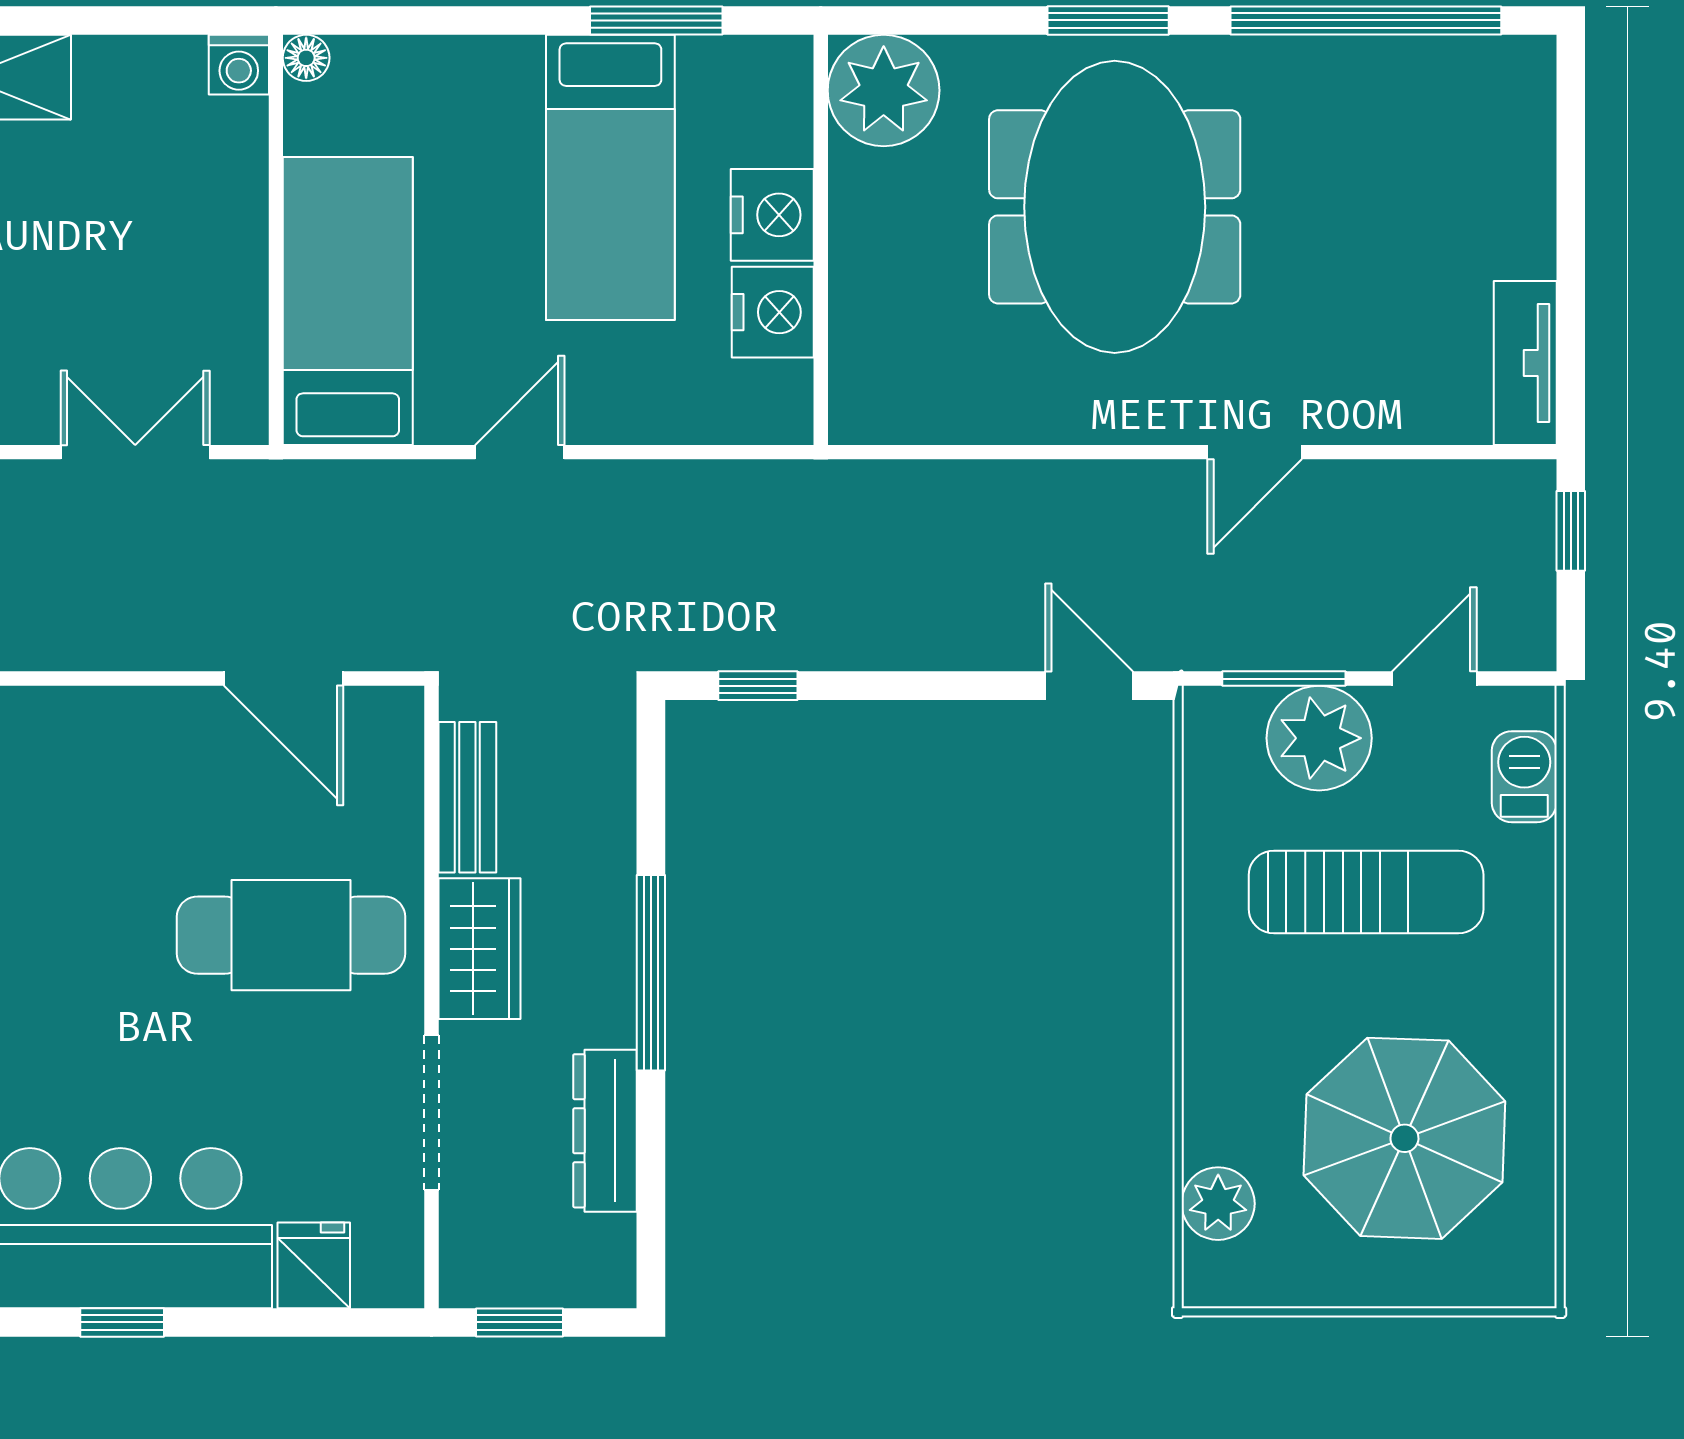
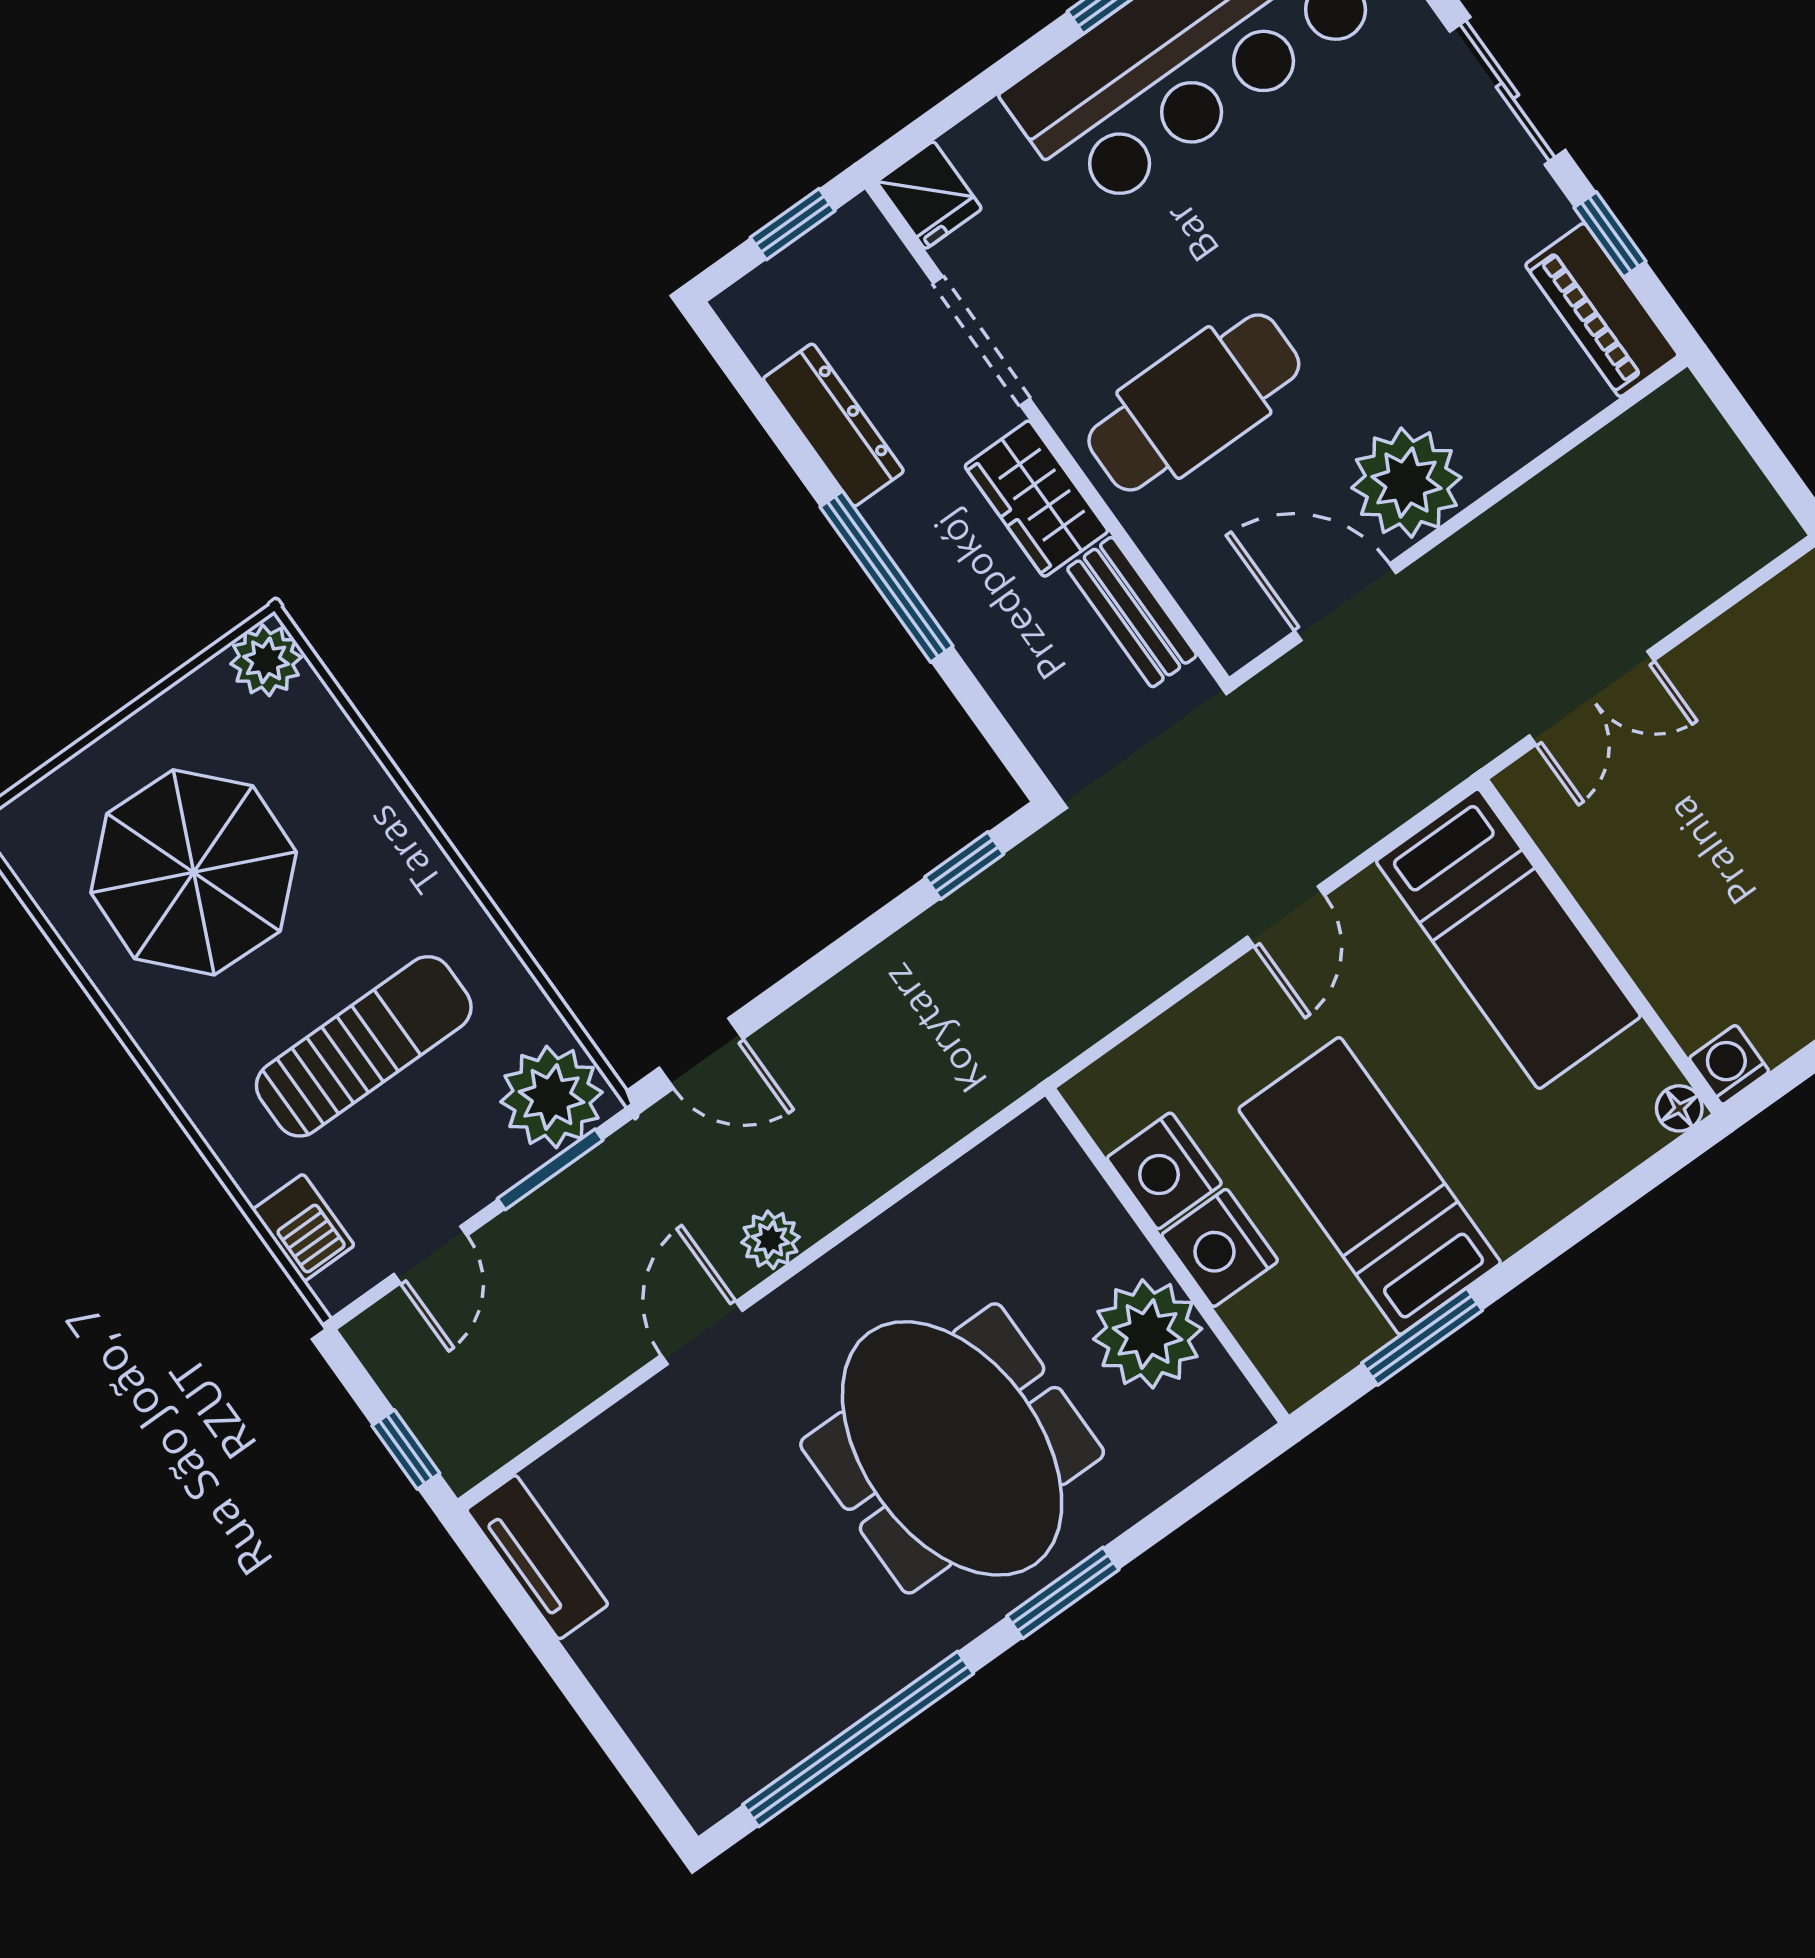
plant: (884, 90) -> (1148, 1334), moved
plant: (1142, 489) -> (771, 1240), added
plant: (1319, 738) -> (552, 1097), moved
plant: (161, 742) -> (1406, 483), added
sun lounger: (1366, 892) -> (364, 1046), turned 180
plant: (1218, 1204) -> (266, 660), moved
fridge: (314, 1265) -> (929, 195), moved

